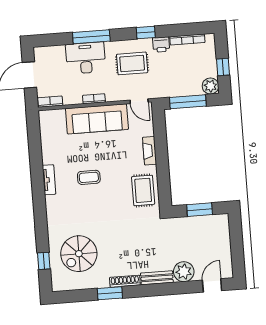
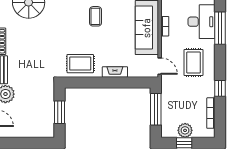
window: (146, 33) -> (220, 88), moved
printer: (161, 45) -> (208, 89), removed
plant: (210, 86) -> (185, 130), moved
door: (139, 101) -> (160, 66), swing flipped

